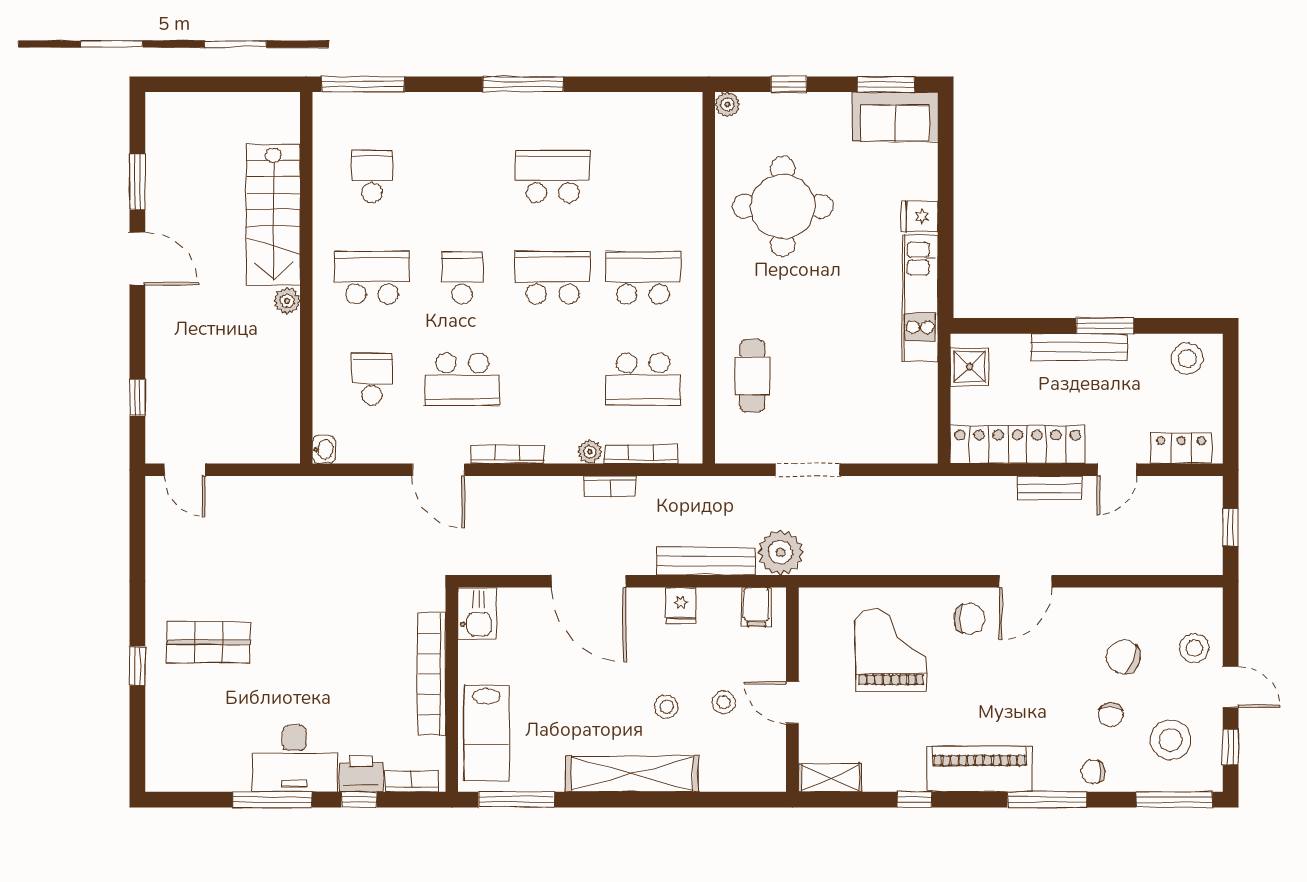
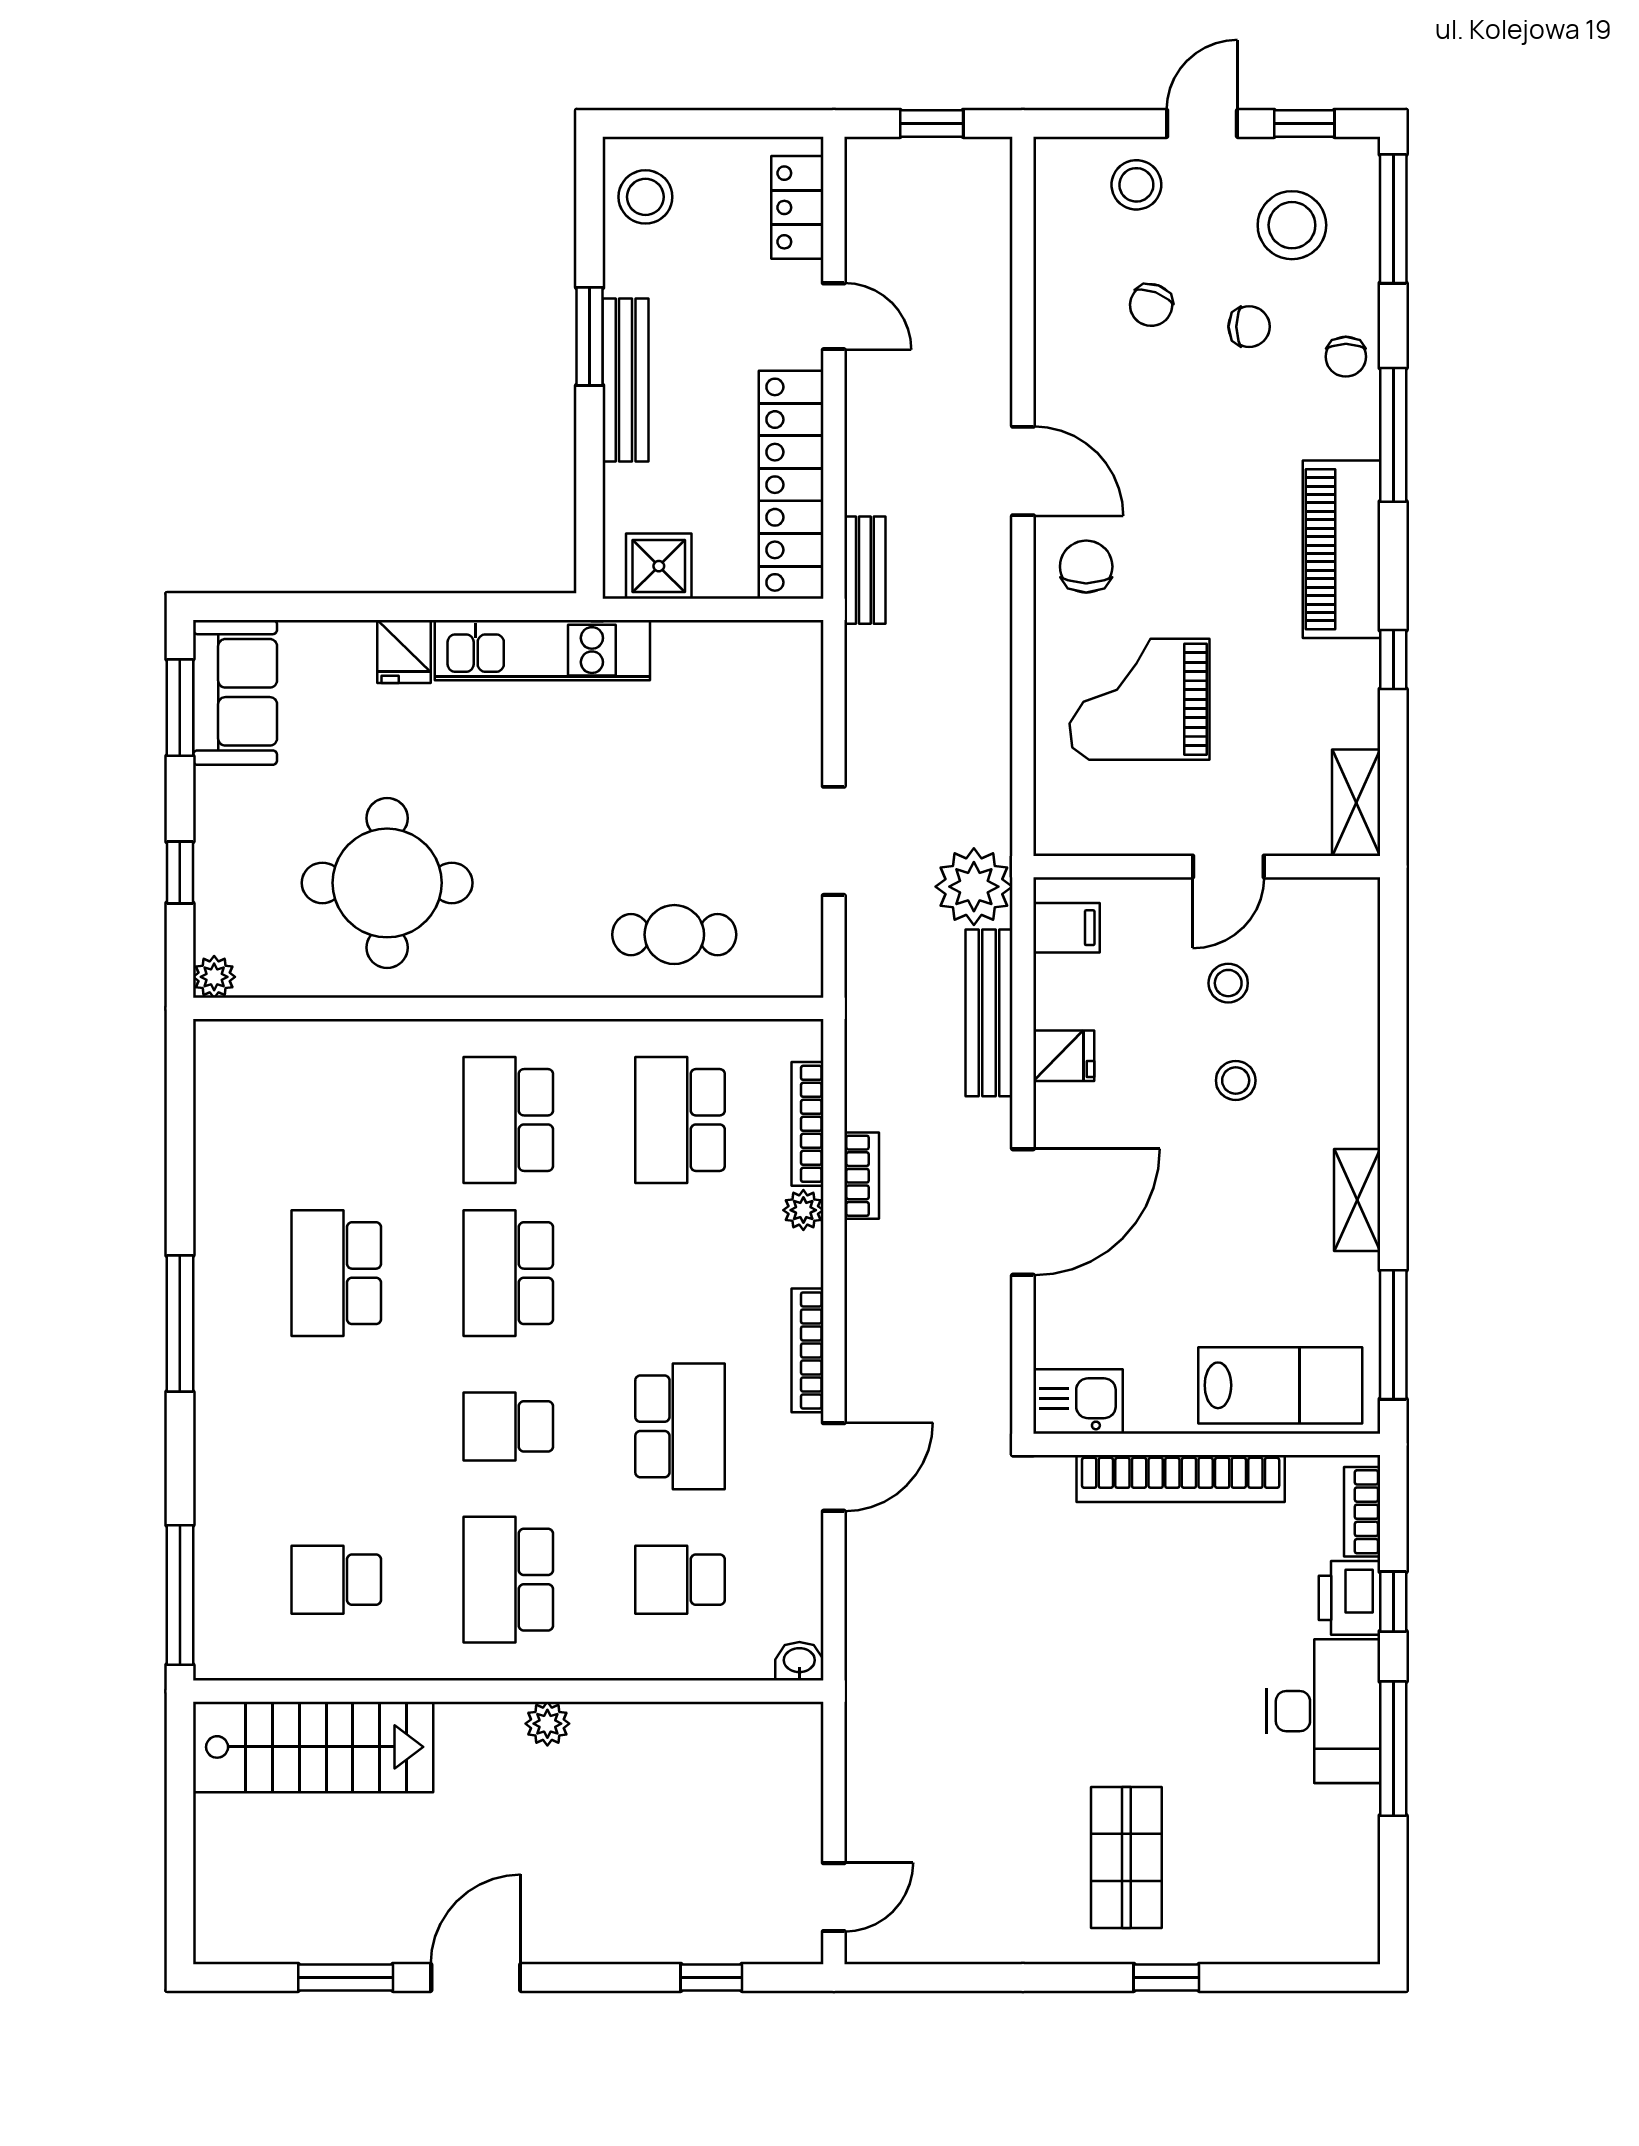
stairs: (273, 215) -> (313, 1747), moved
school desk: (643, 379) -> (680, 1120), turned 180
bench: (1050, 488) -> (865, 570), moved
chair: (1123, 657) -> (1151, 305), width x0.73, depth x0.73
shelving: (632, 774) -> (1357, 1200), width x0.45, depth x0.75

